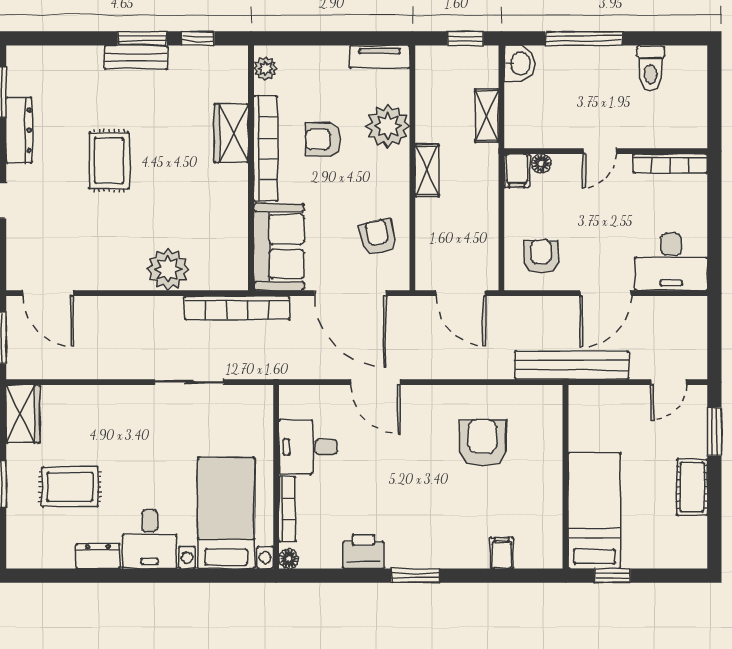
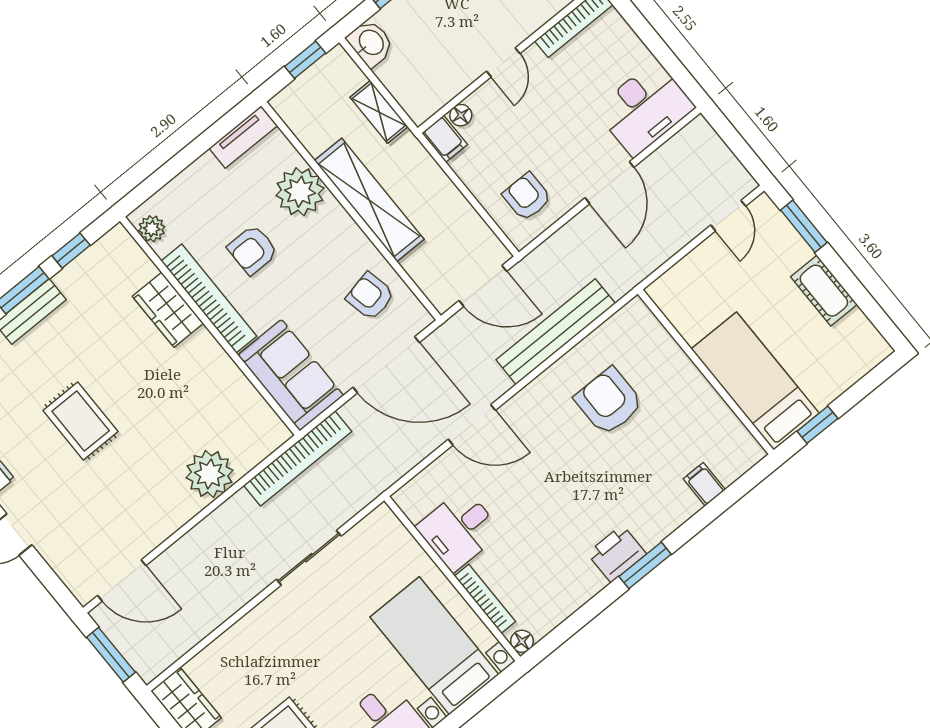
shelving: (427, 170) -> (369, 200), width x2.20, depth x1.33
bench: (572, 365) -> (556, 332), moved
printer: (363, 552) -> (617, 554), moved

